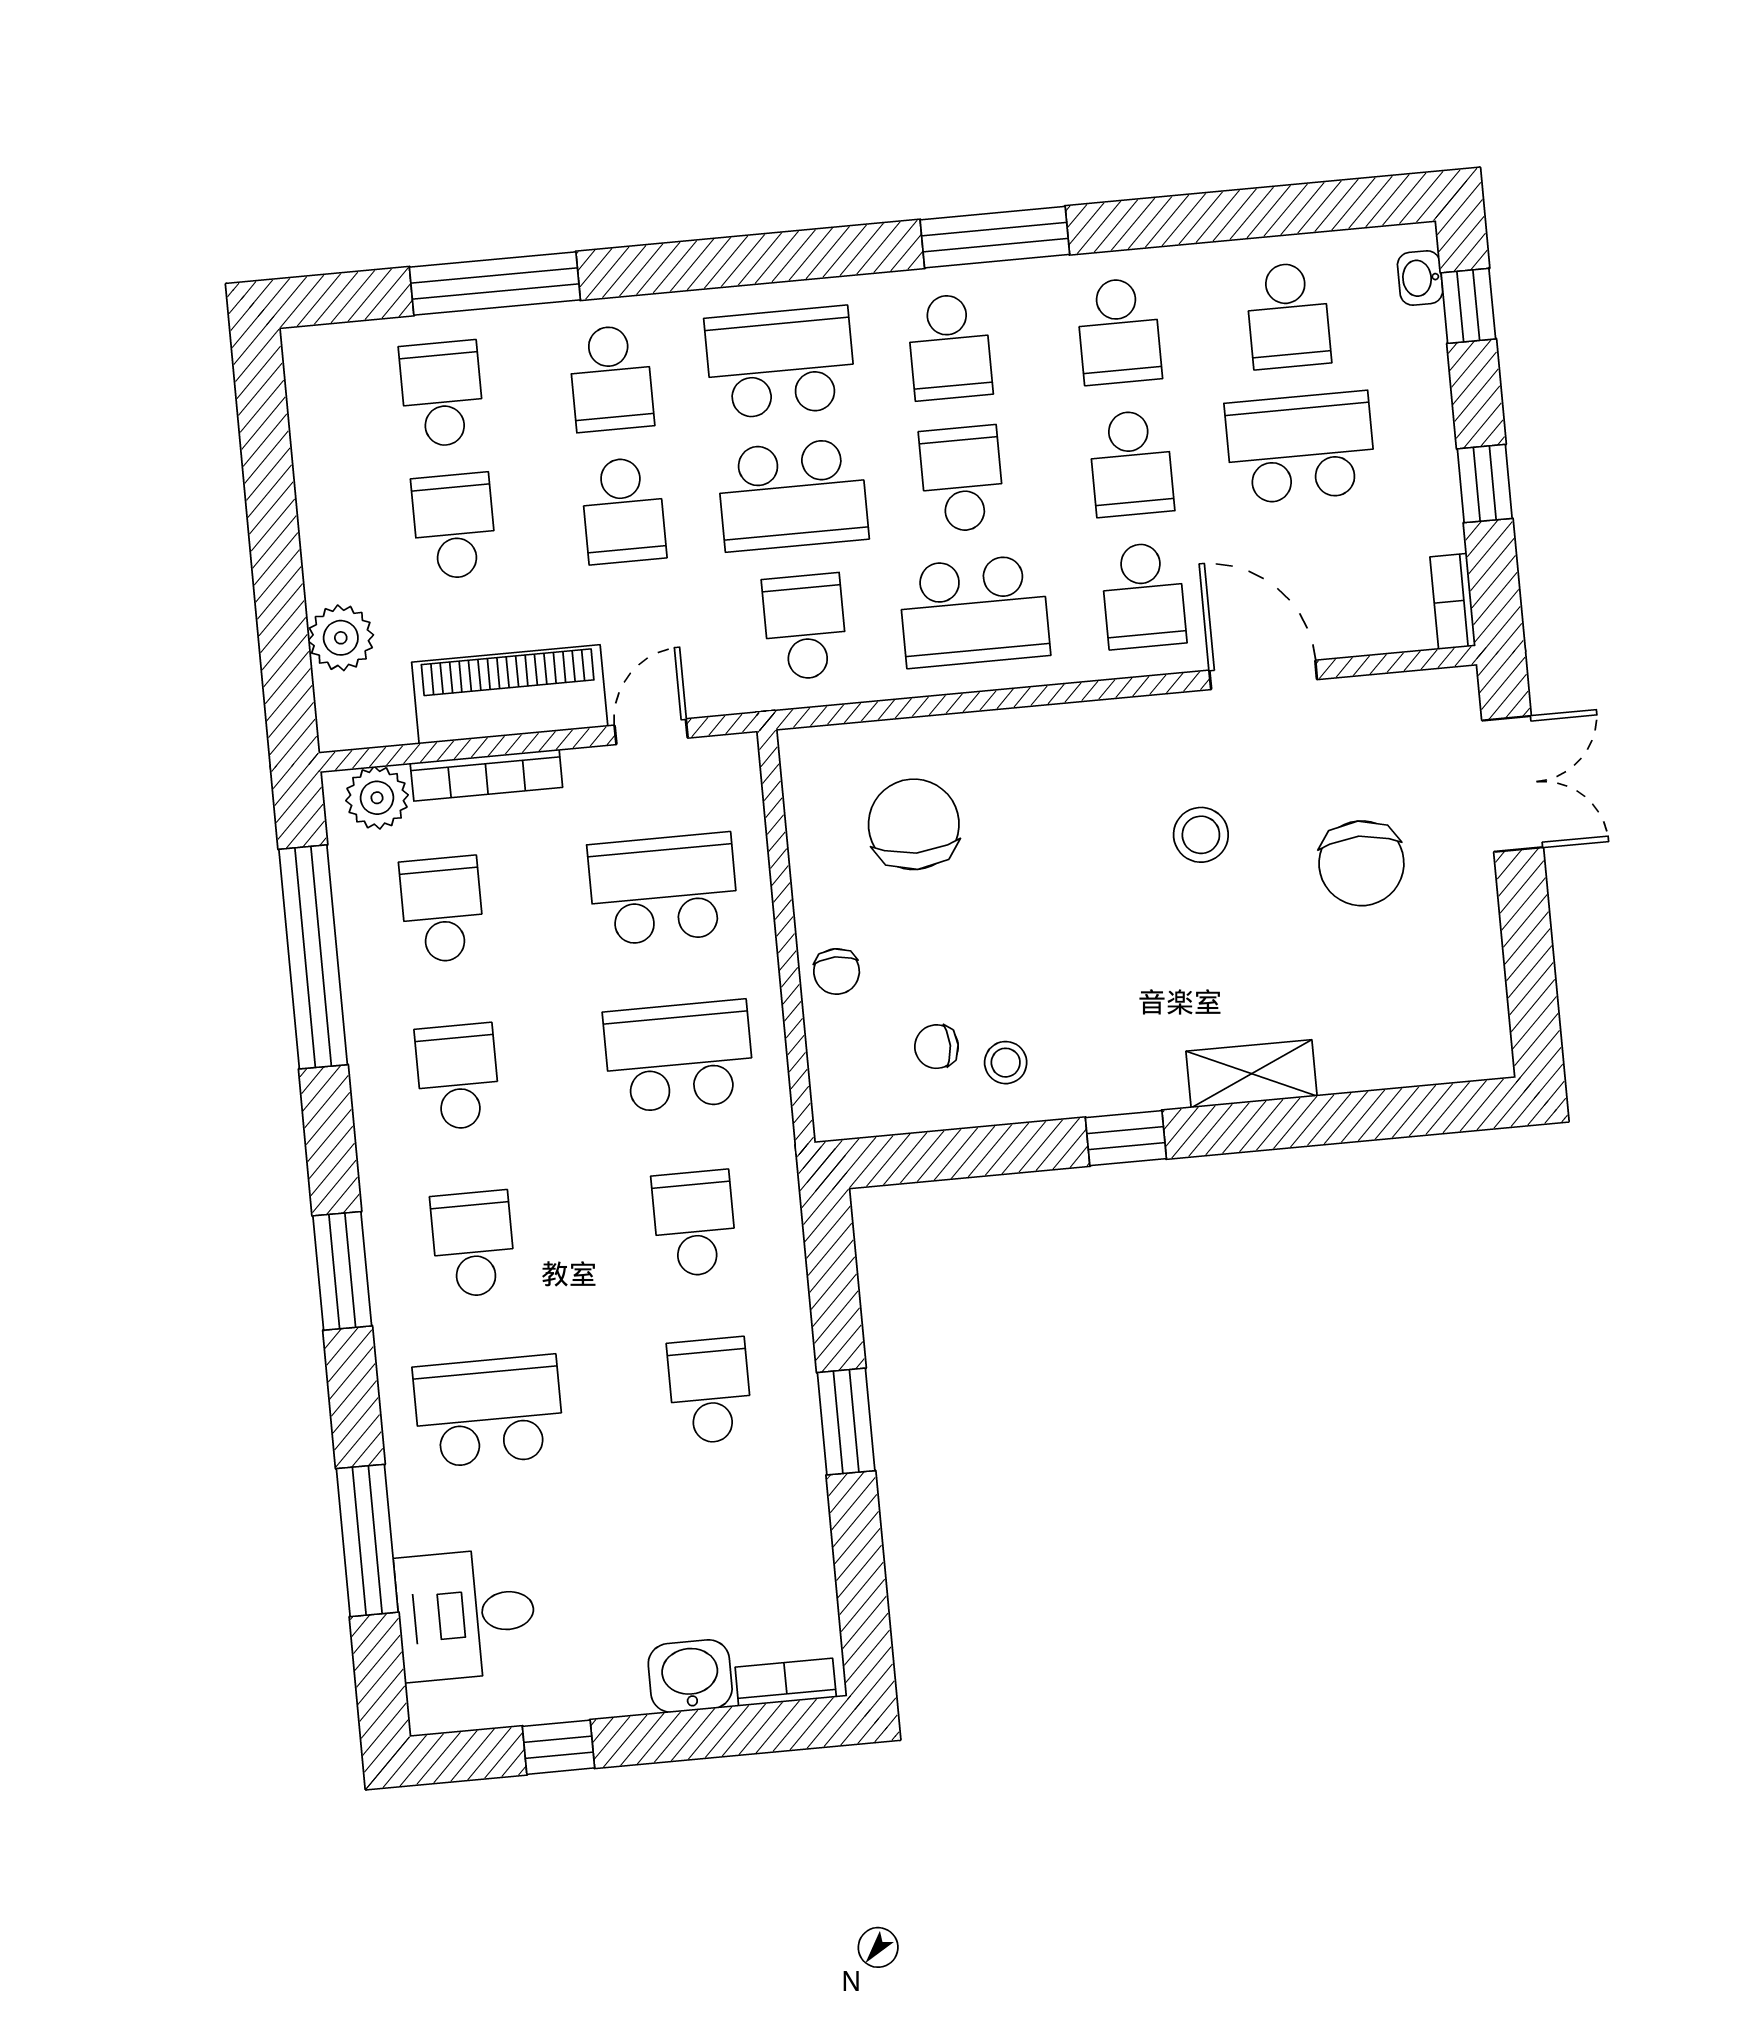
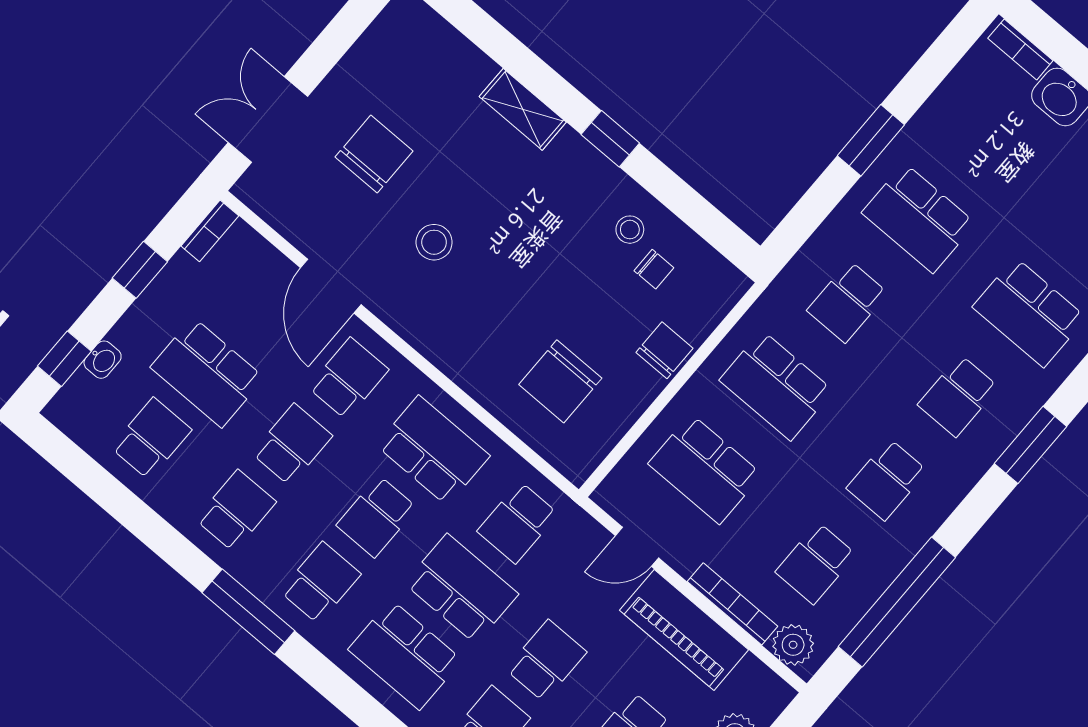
washbasin: (1420, 278) -> (103, 360), moved
chair: (837, 971) -> (664, 350), width x1.37, depth x1.37
school desk: (710, 1391) -> (919, 218), width x1.85

